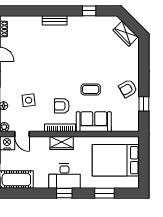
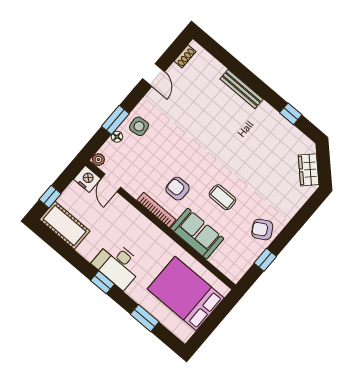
bench: (55, 20) -> (241, 89), width x1.36
side table: (29, 100) -> (139, 126), moved
wardrobe: (62, 143) -> (144, 227), removed

